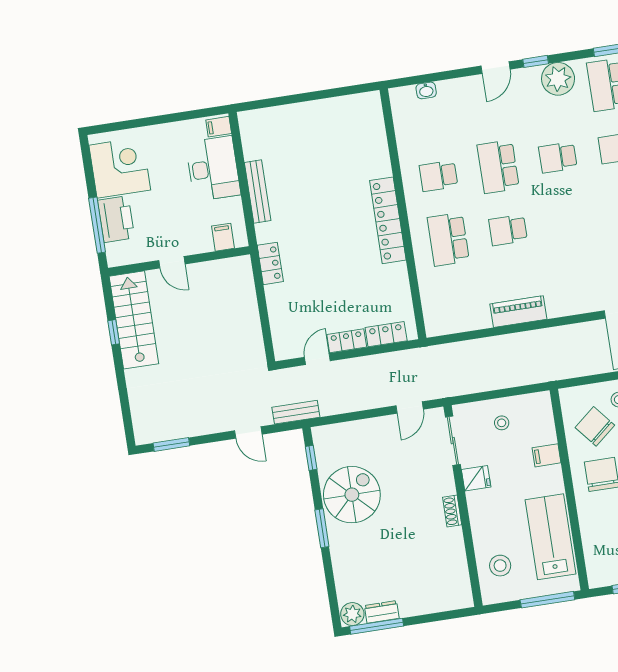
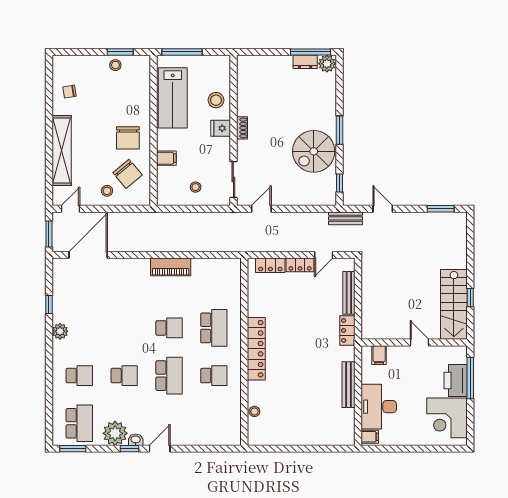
washbasin: (426, 90) -> (136, 440), moved
stool: (377, 137) -> (254, 411), added
bench: (276, 314) -> (349, 293), added
fridge: (476, 478) -> (221, 128), moved
stool: (500, 566) -> (216, 100), moved

